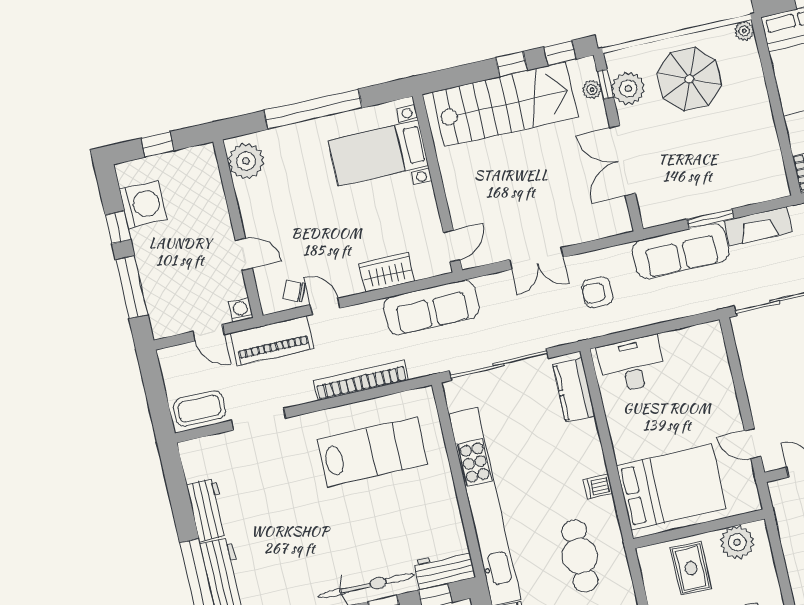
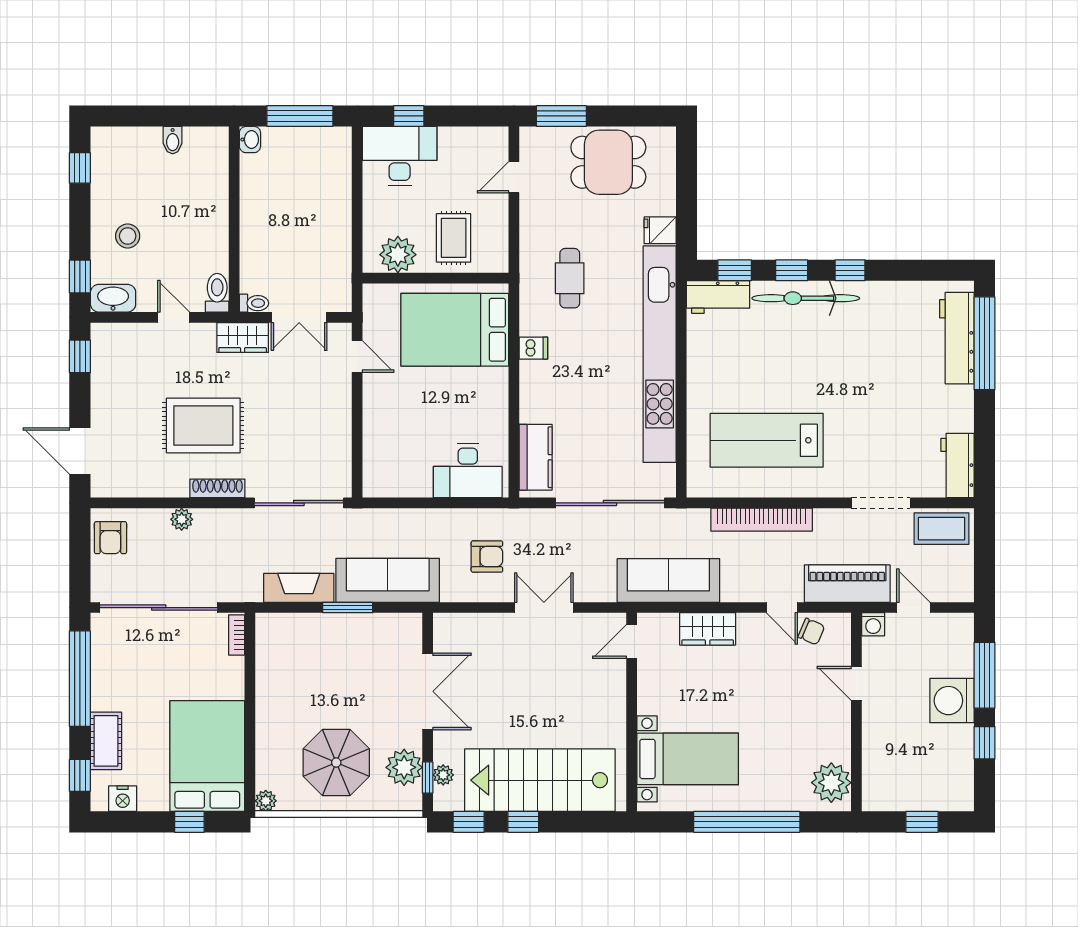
washing machine: (143, 204) -> (952, 701), moved
workbench: (208, 510) -> (957, 465), moved
cafe table: (580, 556) -> (570, 278), width x0.73, depth x0.74

